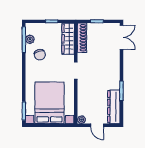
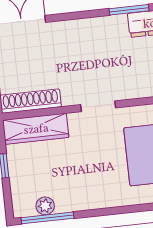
chair: (40, 55) -> (74, 183), removed

